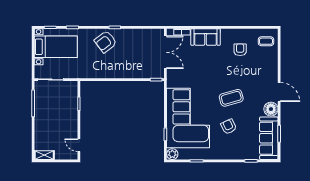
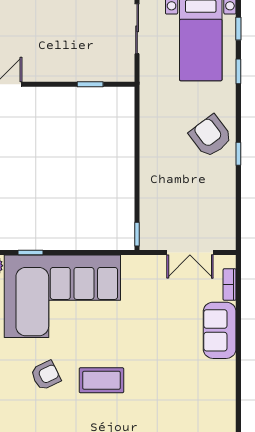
armchair: (240, 50) -> (195, 398), removed
double door: (165, 52) -> (190, 253), width x0.73
coffee table: (231, 98) -> (101, 380), turned -74

